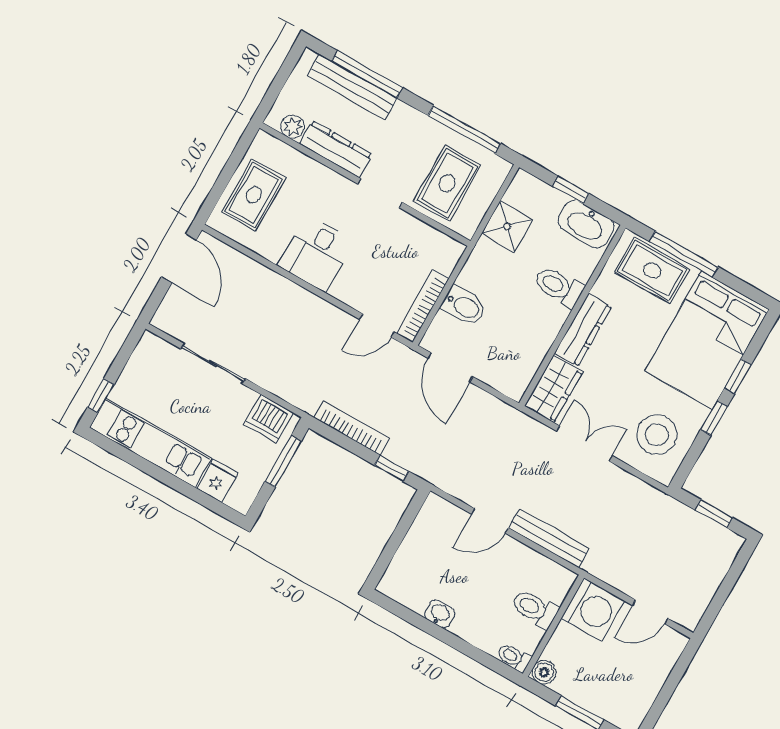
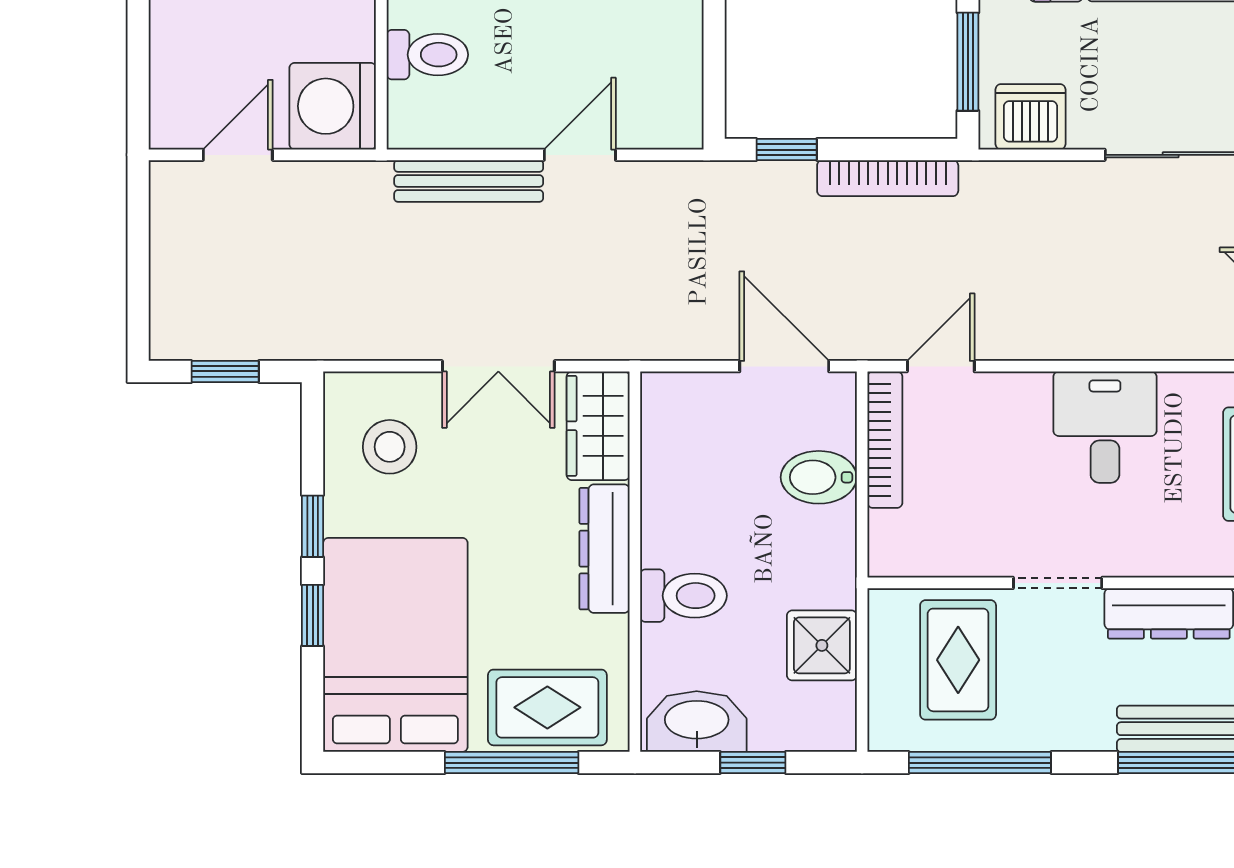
stool: (657, 435) -> (390, 447), width x0.73, depth x0.73

